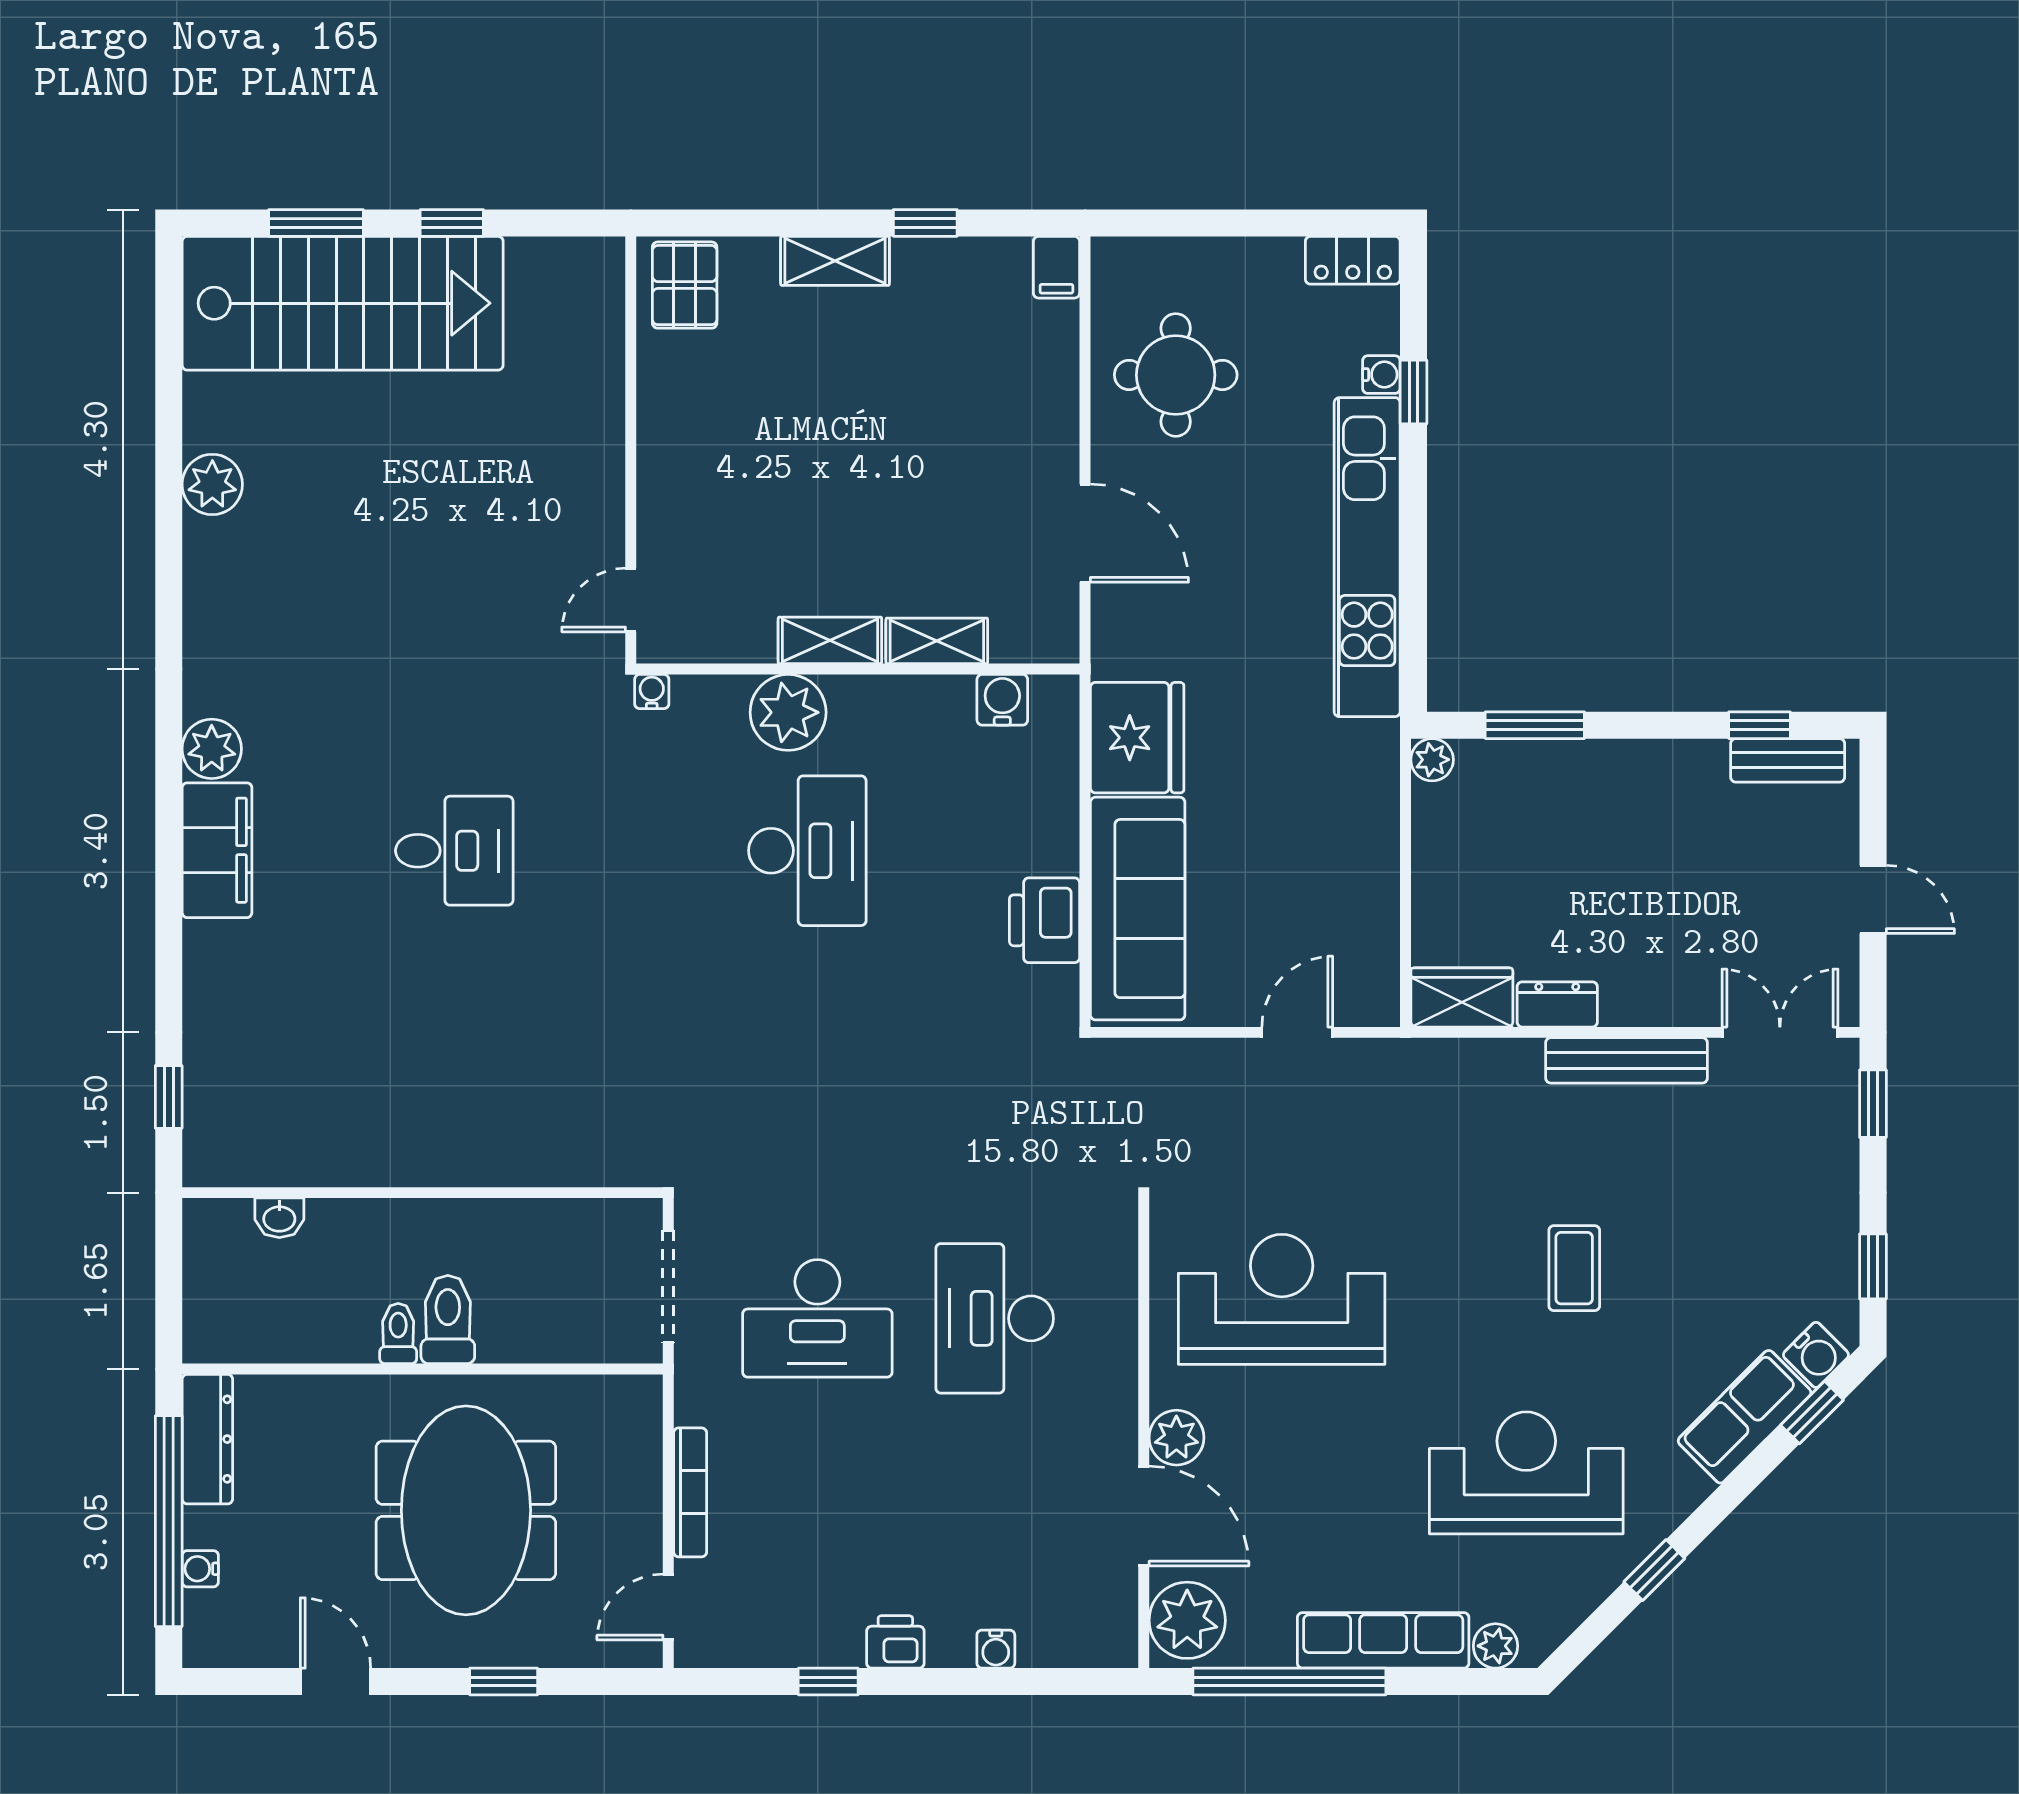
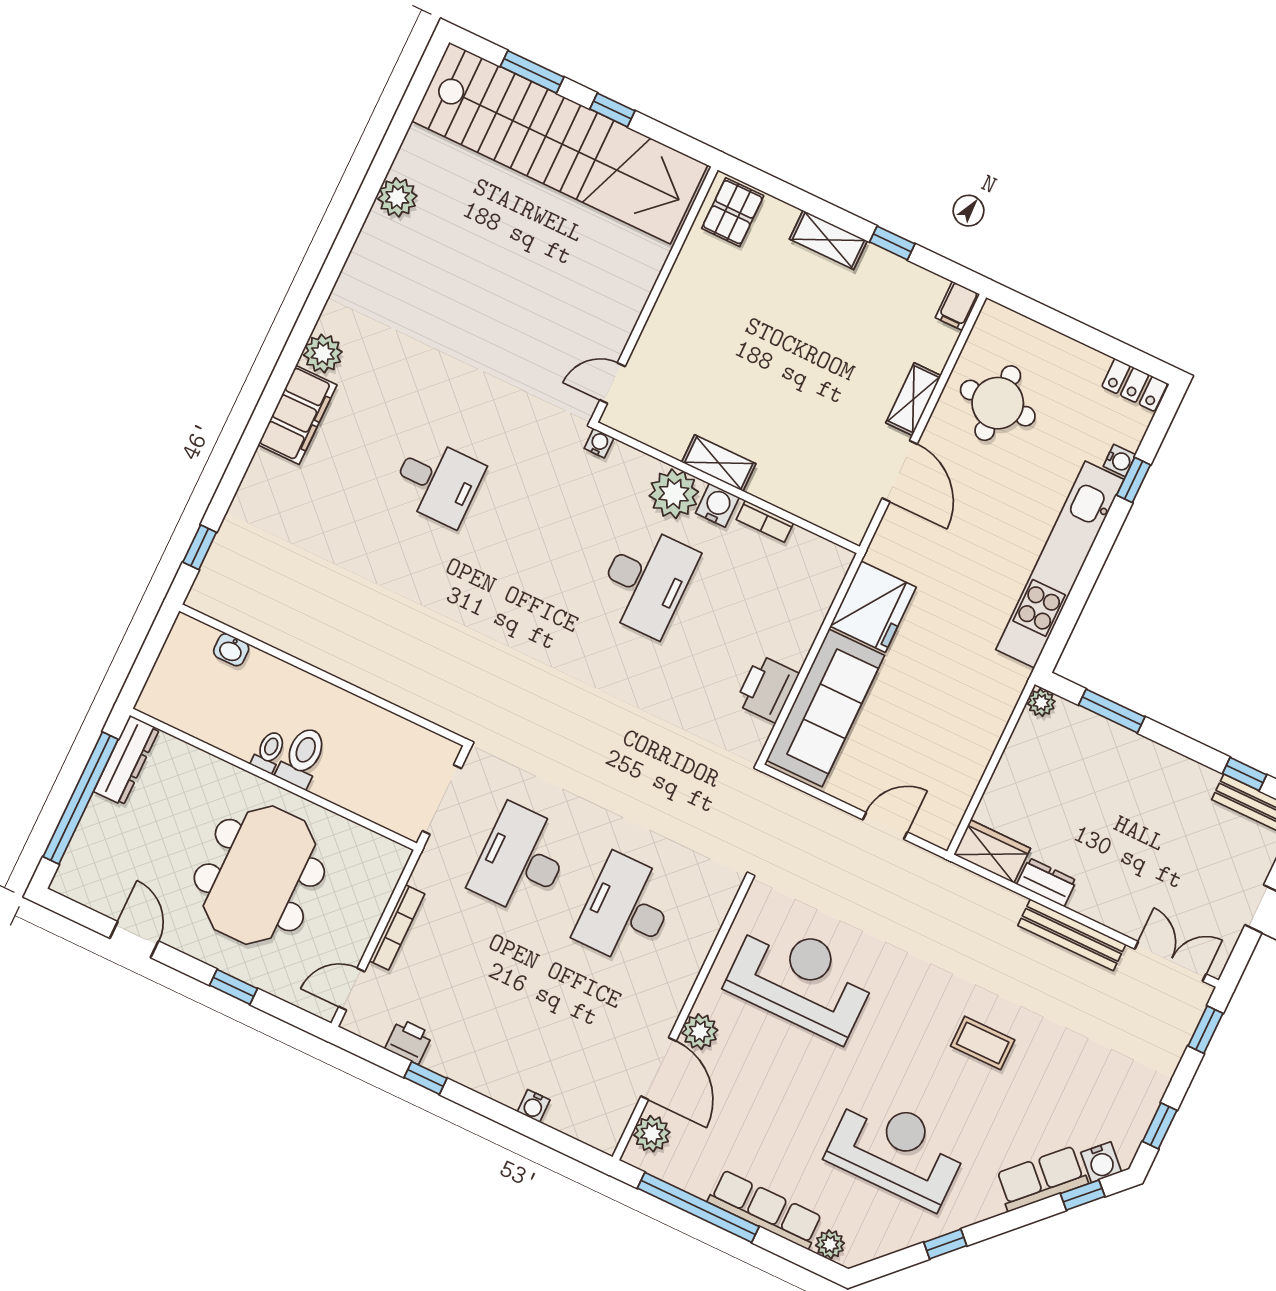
stairs: (343, 303) -> (560, 143), width x1.36
shelving: (937, 641) -> (913, 399), moved, turned 90
bookcase: (932, 691) -> (765, 521), added
water cooler: (1002, 700) -> (717, 505), moved
coffee table: (1574, 1268) -> (983, 1043), turned 90
desk: (817, 1318) -> (521, 860), turned 90
water cooler: (200, 1569) -> (86, 835), removed
plant: (1187, 1620) -> (652, 1134), width x0.73, depth x0.73
printer: (895, 1642) -> (409, 1041), moved

